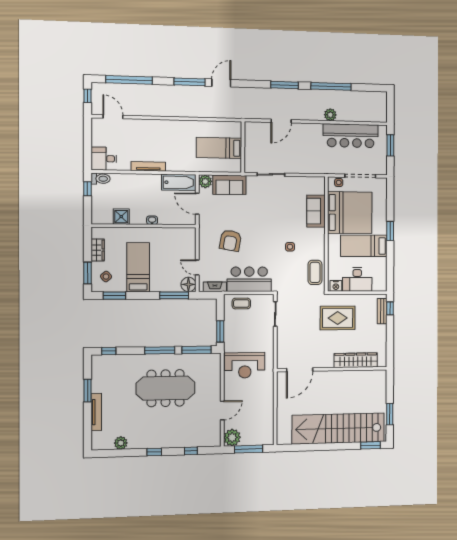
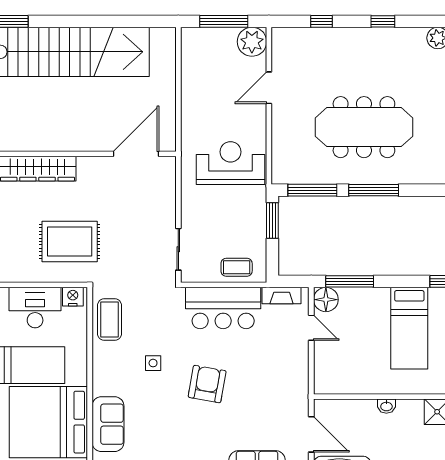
armchair: (230, 241) -> (207, 384), moved

